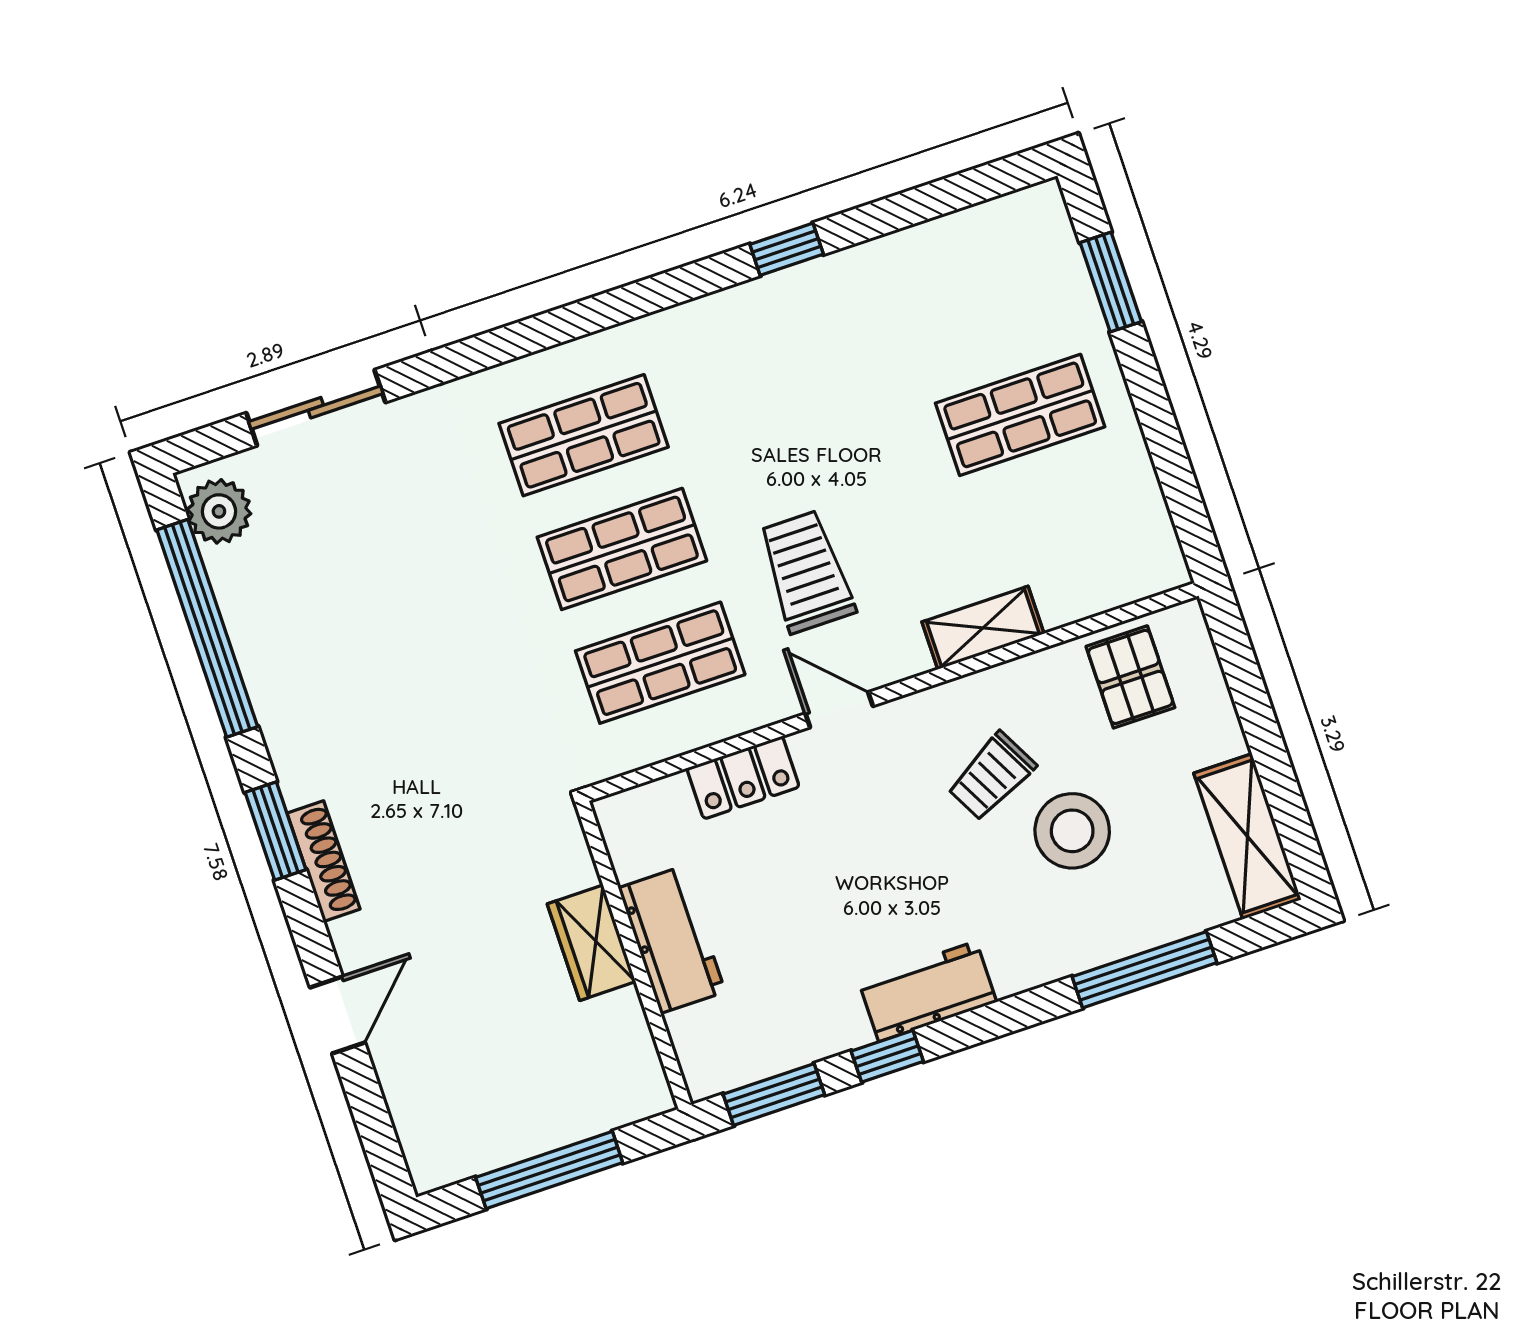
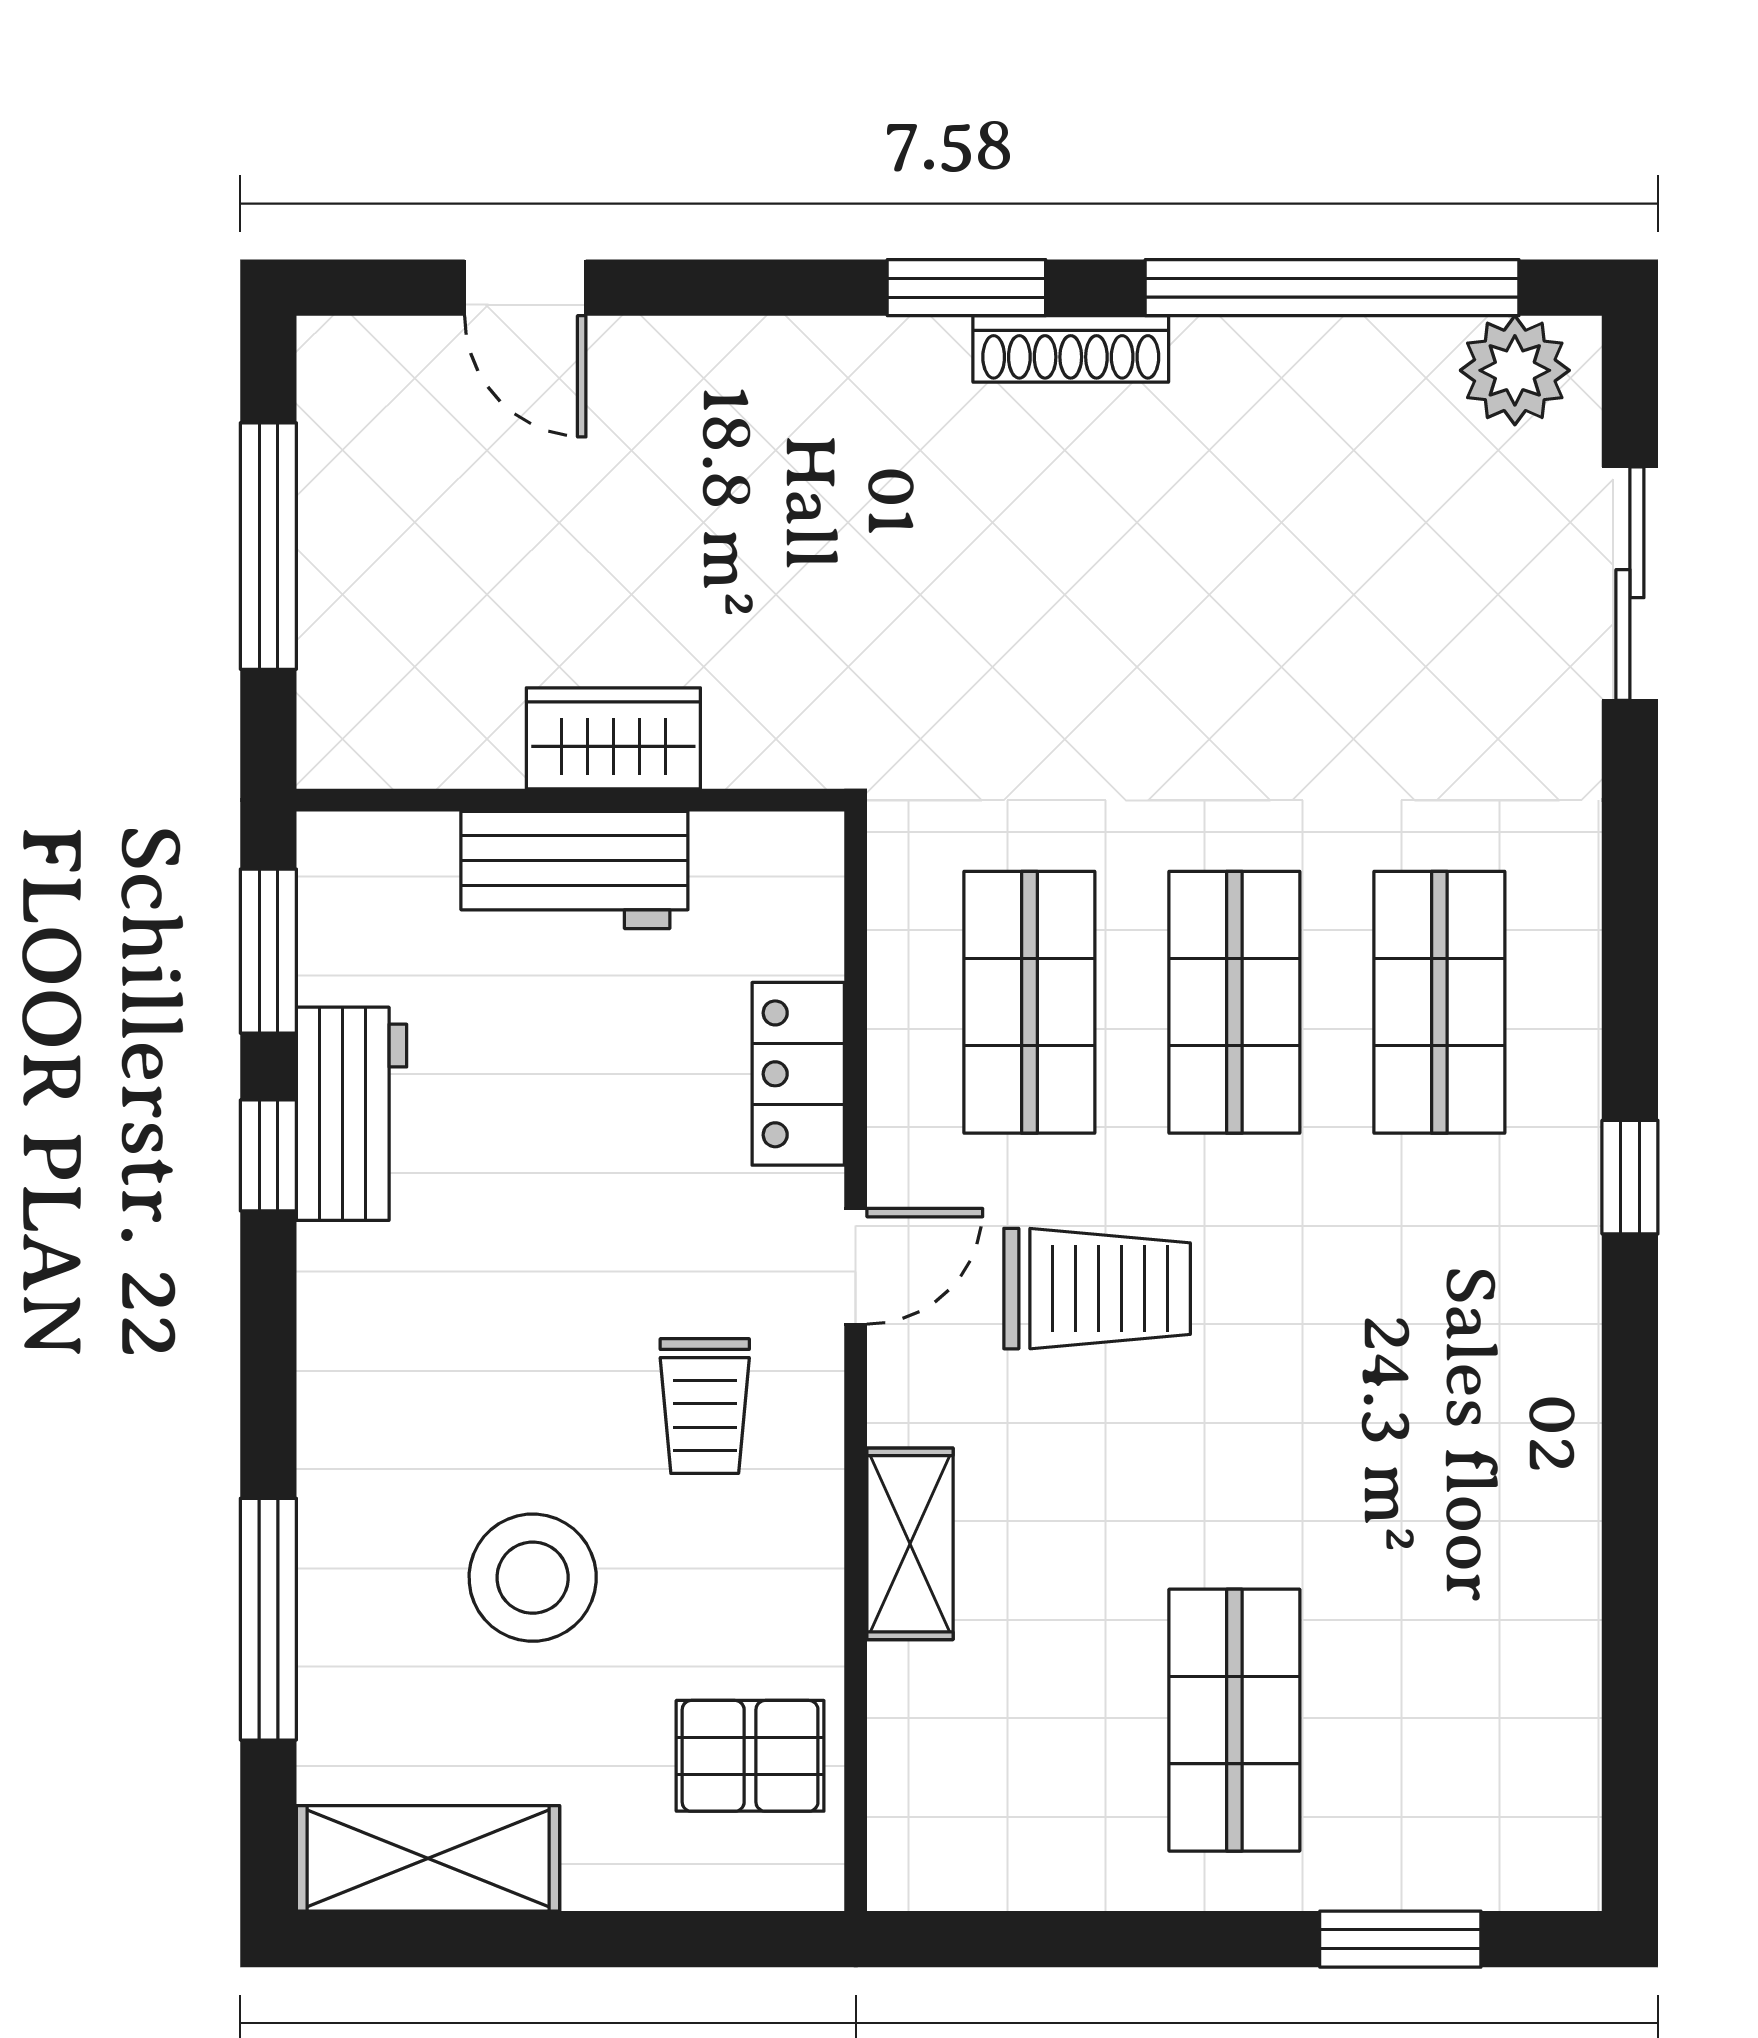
window: (787, 249) -> (1630, 1177), moved
trolley: (992, 776) -> (705, 1406), moved, turned -152
shoe rack: (323, 861) -> (1071, 349), moved
workbench: (927, 991) -> (352, 1114), moved
door: (337, 1015) -> (525, 288), moved

